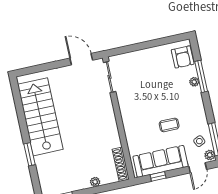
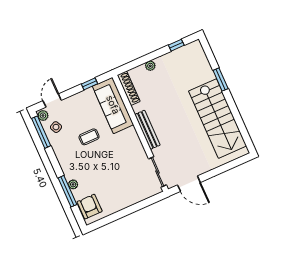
bench: (111, 120) -> (147, 130), added
sofa: (161, 161) -> (113, 105), moved, turned 90

